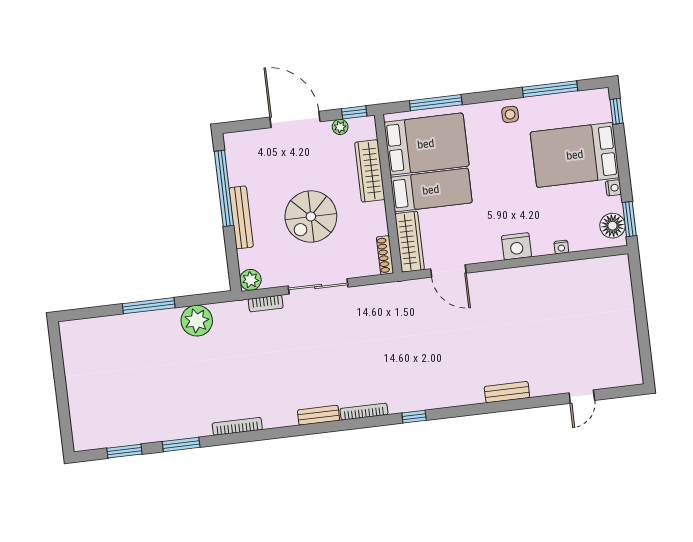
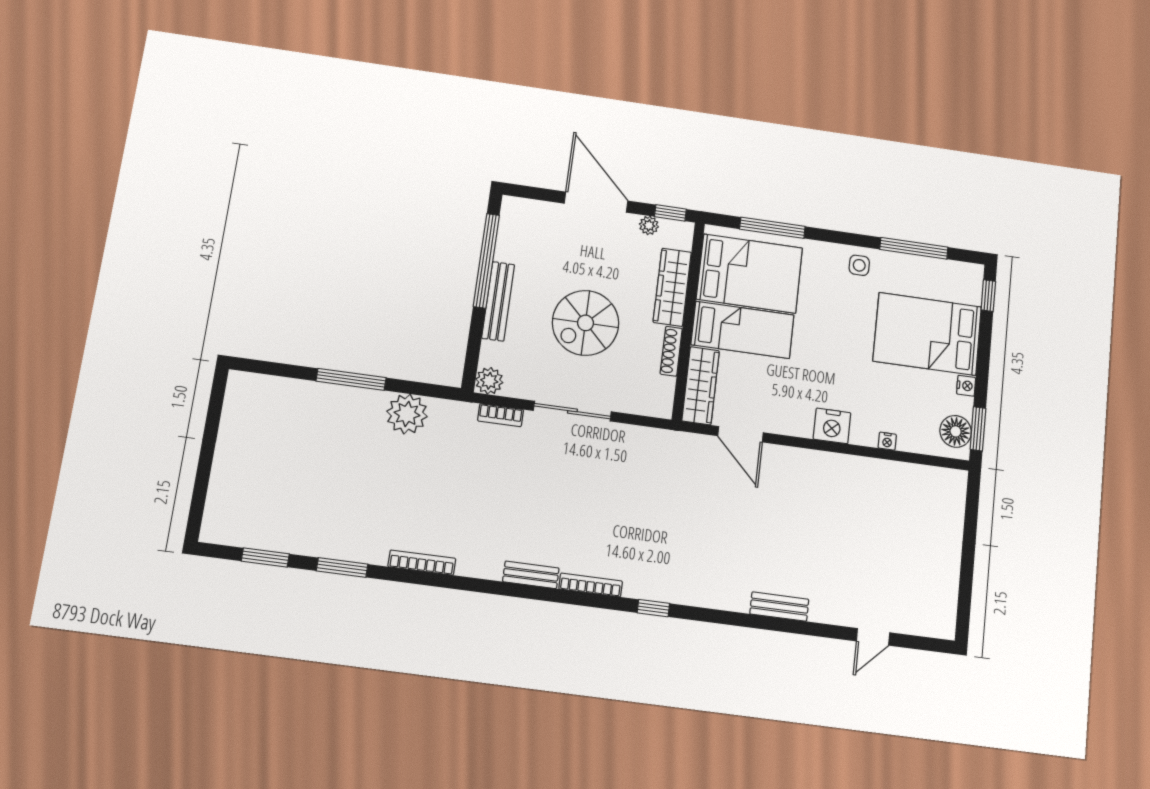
shoe rack: (385, 255) -> (671, 351), moved

